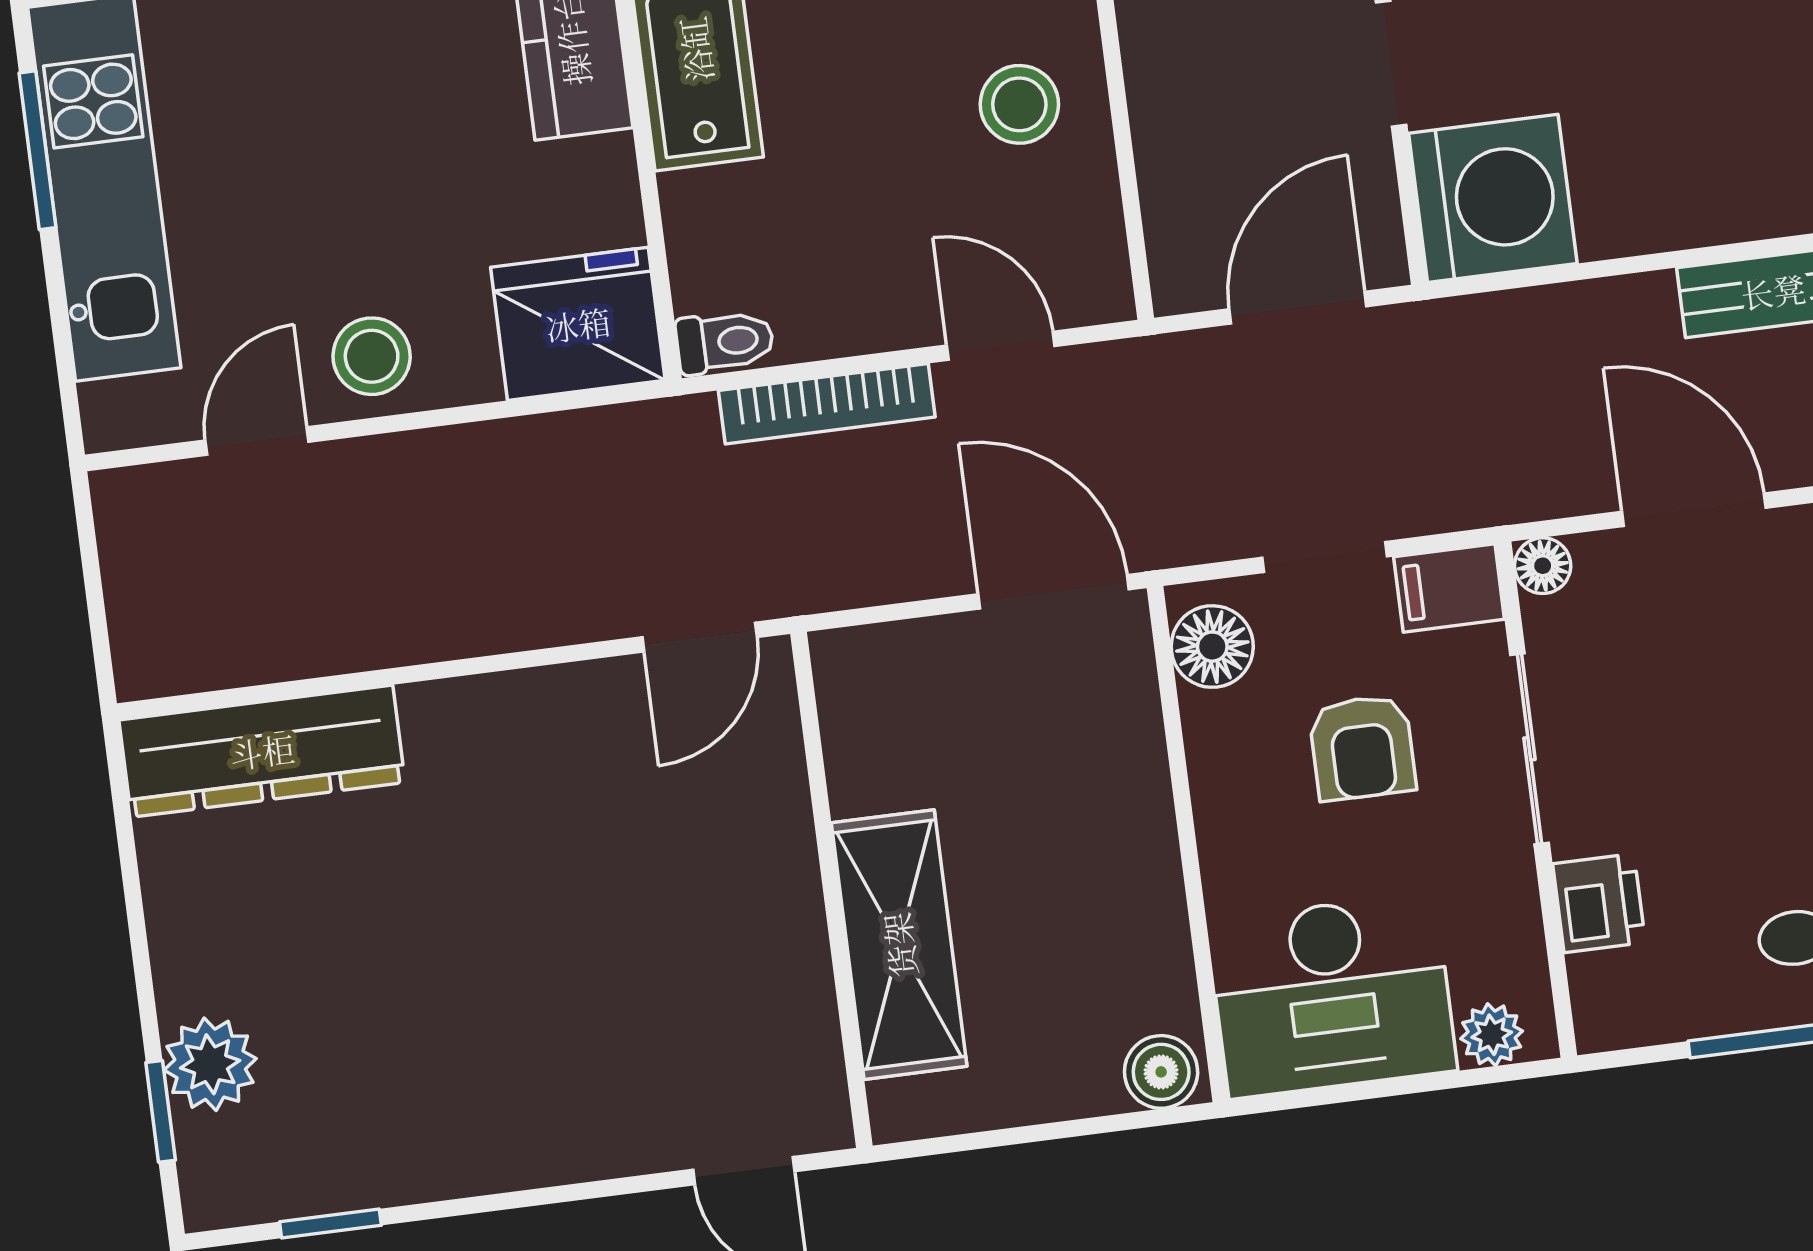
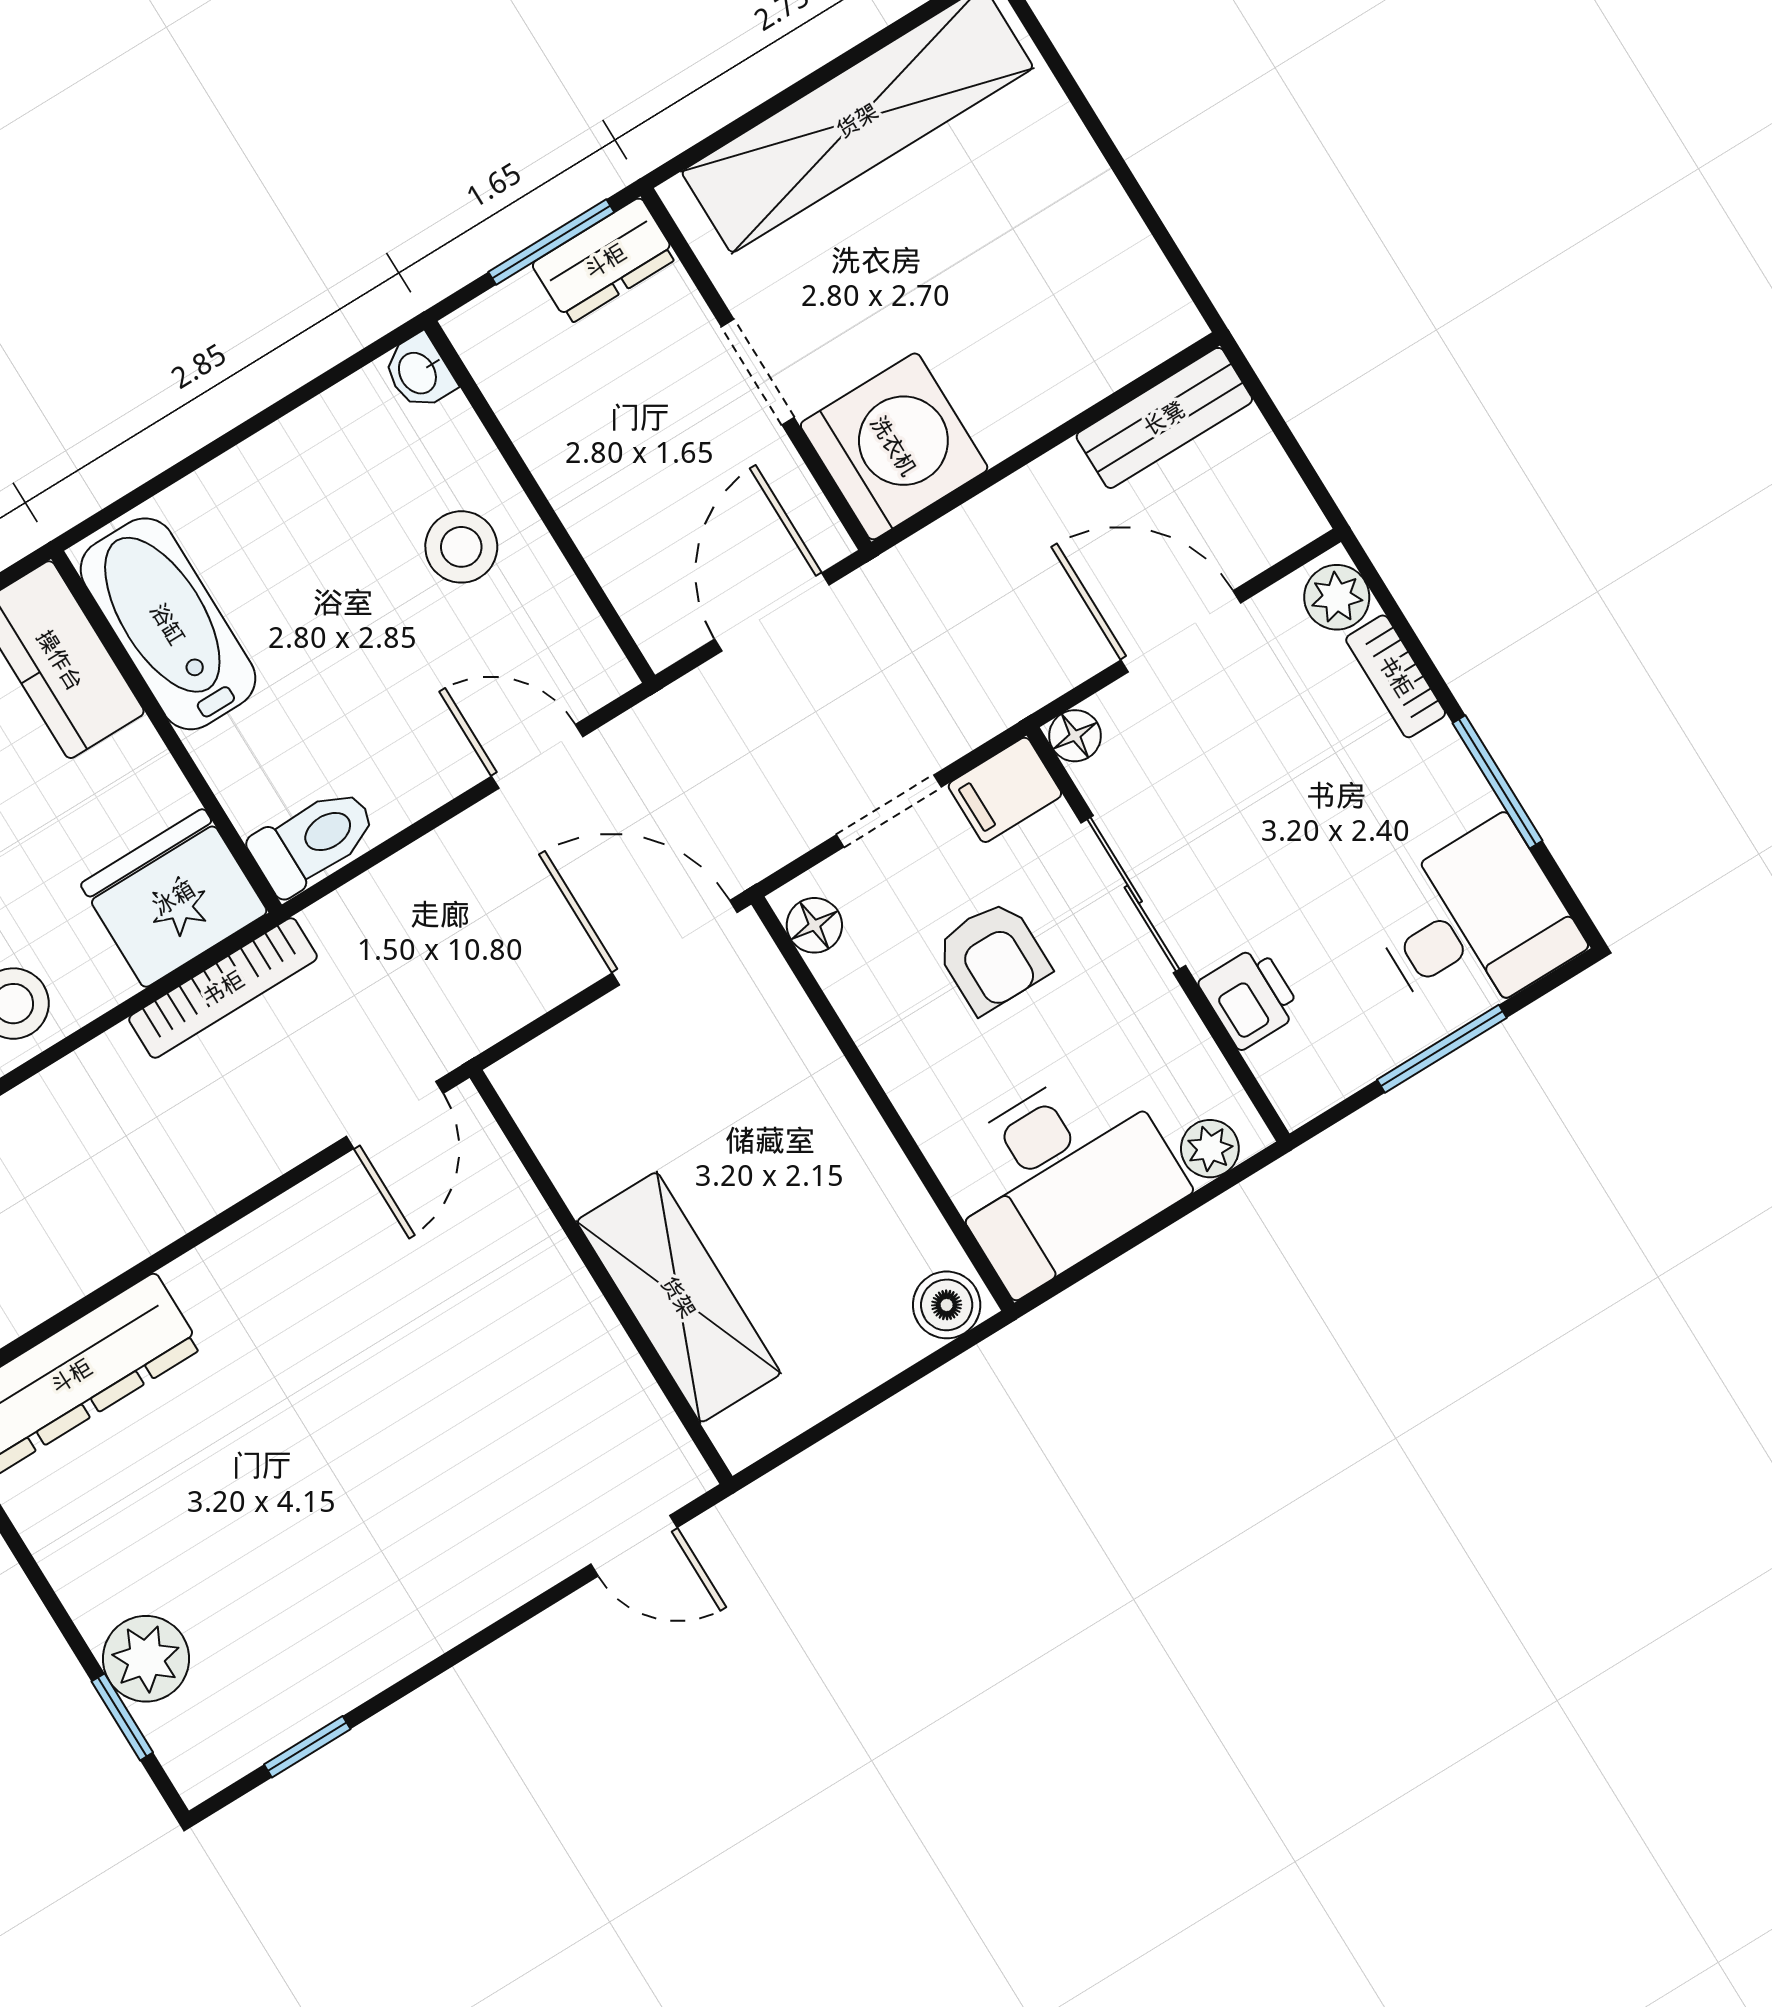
toilet: (725, 342) -> (313, 840), width x1.37, depth x1.39
bookcase: (827, 404) -> (223, 988), moved
floor lamp: (1212, 647) -> (814, 925), width x0.73, depth x0.73

